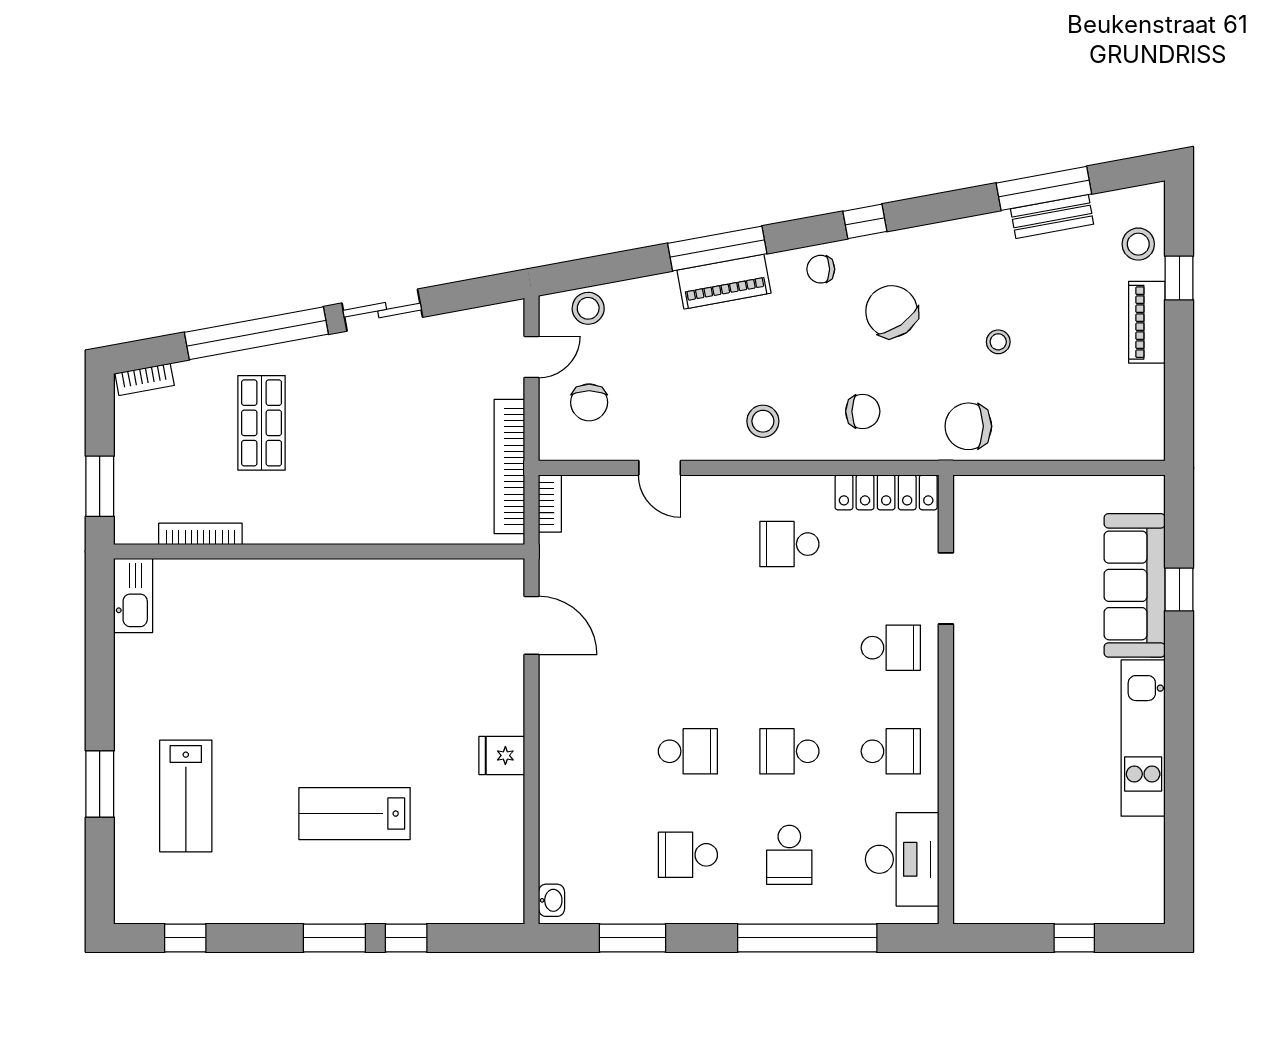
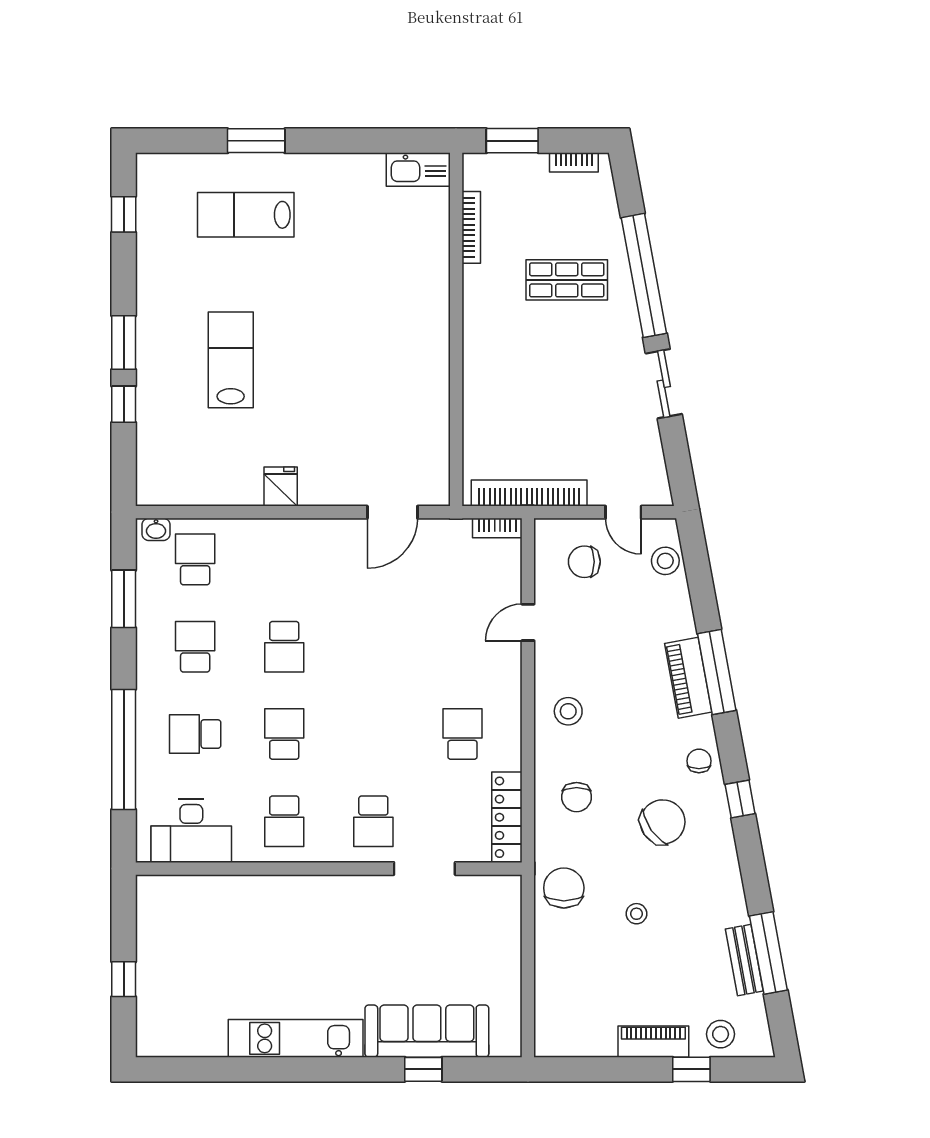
bookcase: (145, 379) -> (574, 162), moved, turned -80
school desk: (586, 855) -> (195, 559), added

